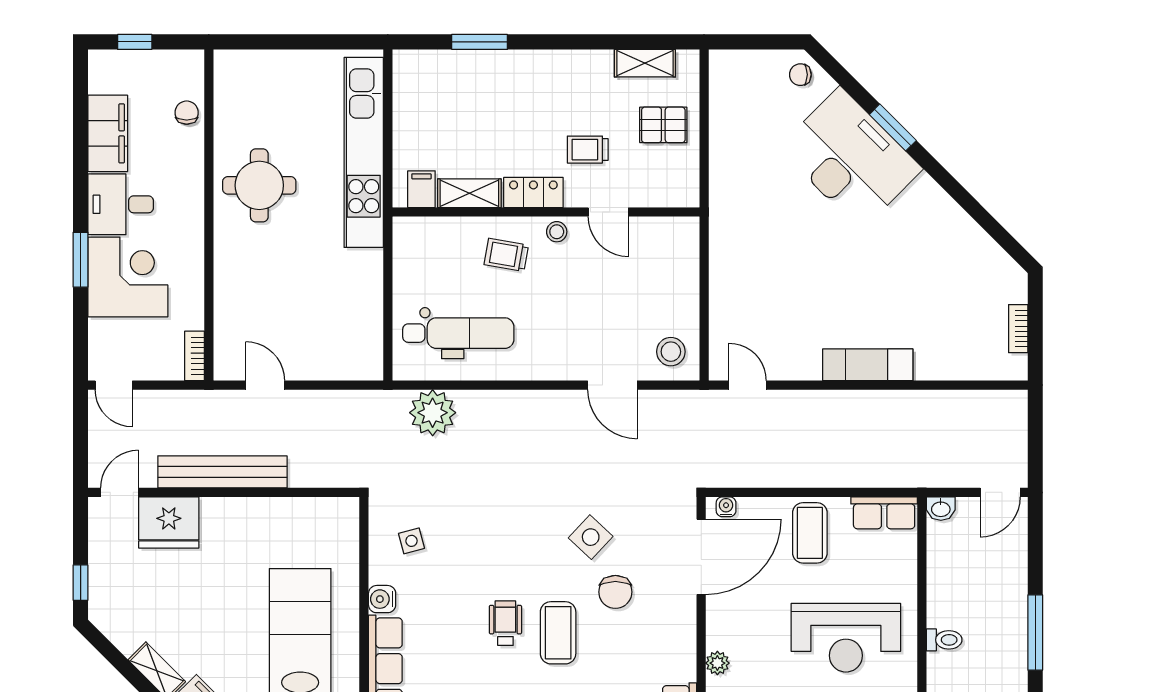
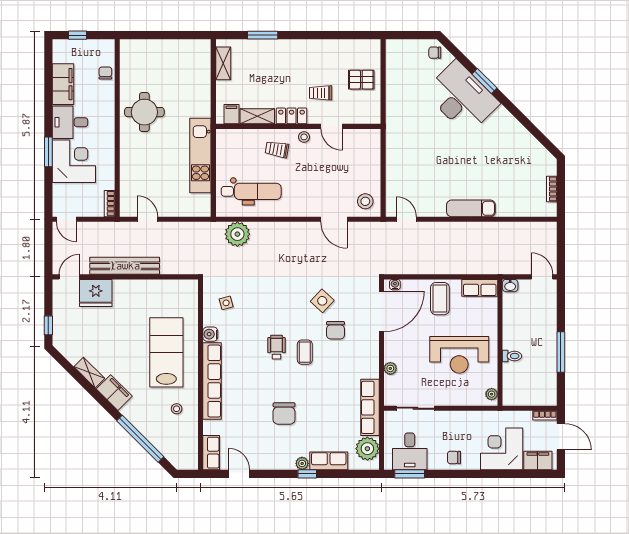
shelving: (645, 63) -> (223, 63), moved, turned 90
kitchen unit: (364, 152) -> (200, 156), moved, width x0.73
door: (1000, 492) -> (542, 277), swing flipped
coffee table: (558, 633) -> (305, 352), width x0.73, depth x0.77

